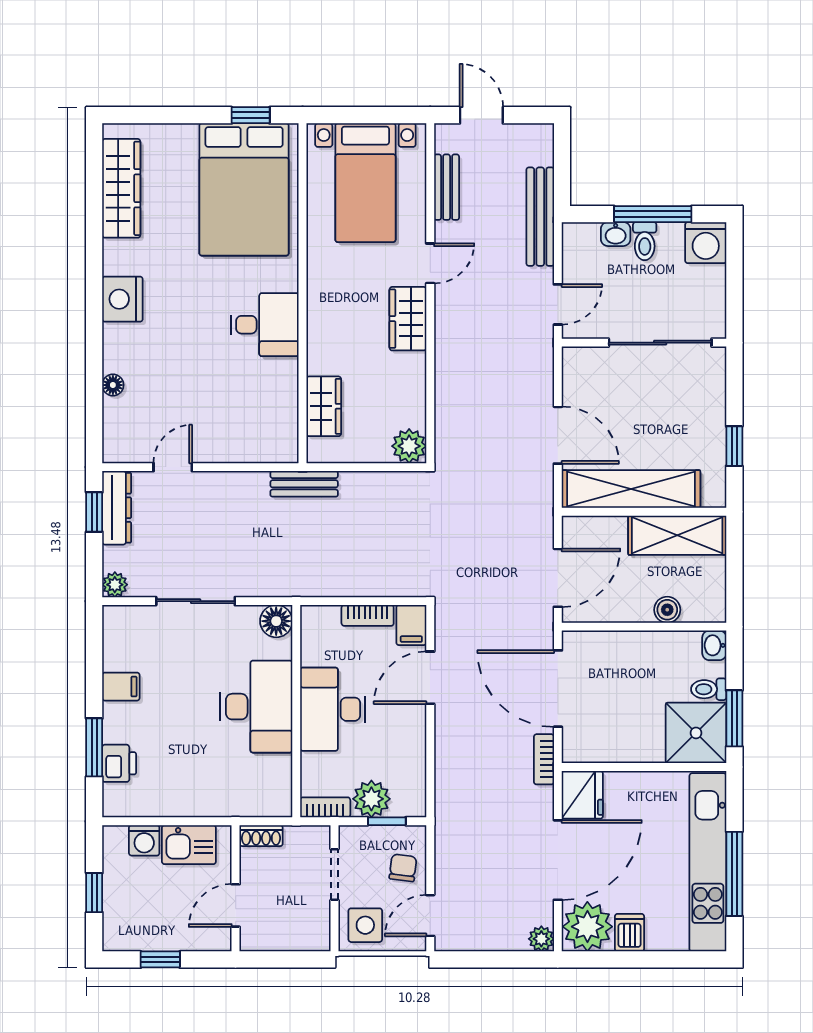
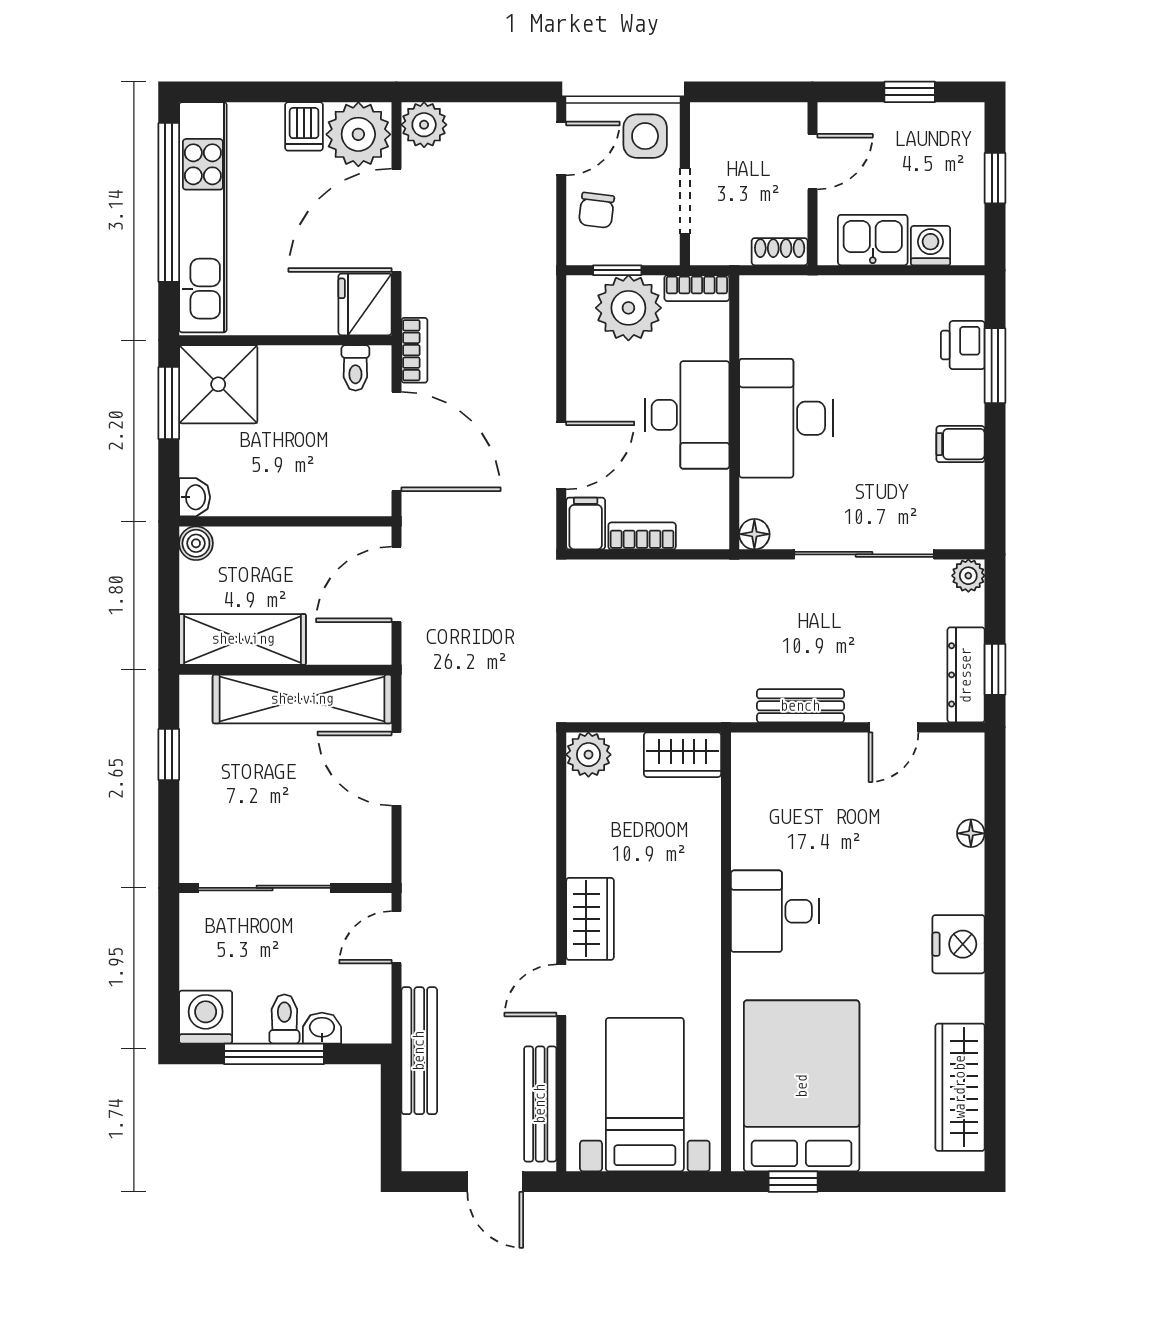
bench: (447, 187) -> (540, 1104), width x1.36
wardrobe: (324, 406) -> (683, 755), moved, turned -90
bench: (304, 484) -> (800, 706), moved
sliding door: (196, 601) -> (864, 554), width x1.37
boiler: (667, 610) -> (196, 543), moved
floor lamp: (276, 621) -> (754, 534), width x0.73, depth x0.73
toilet: (709, 689) -> (355, 368), moved, turned 90
plant: (371, 799) -> (628, 308), width x1.36, depth x1.36
window: (734, 874) -> (169, 202), width x1.46
plant: (541, 939) -> (424, 125), width x1.38, depth x1.38

